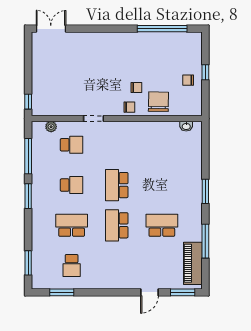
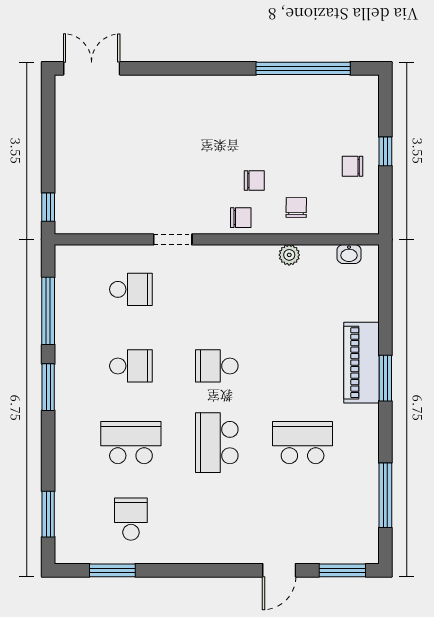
chair: (158, 102) -> (296, 207), width x0.54, depth x0.54
plant: (51, 127) -> (289, 255), moved
school desk: (117, 185) -> (217, 366), width x0.54
window: (205, 241) -> (385, 495), moved
piano: (193, 263) -> (361, 363), moved
school desk: (72, 266) -> (131, 519), turned 180

